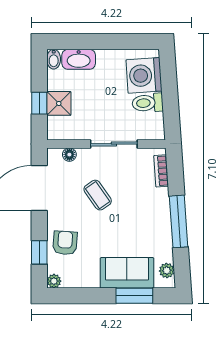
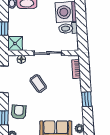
shower: (59, 103) -> (15, 44), moved
window: (179, 221) -> (87, 99), width x0.46

